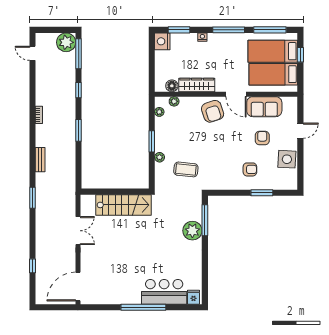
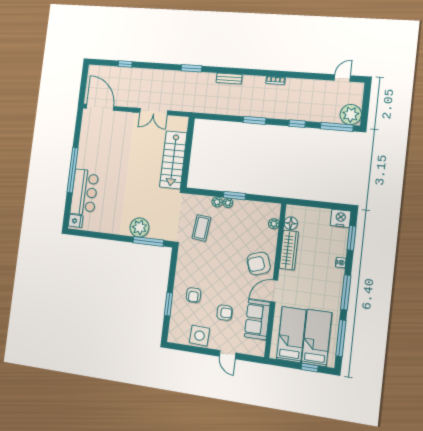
plant: (159, 112) -> (228, 203), moved

